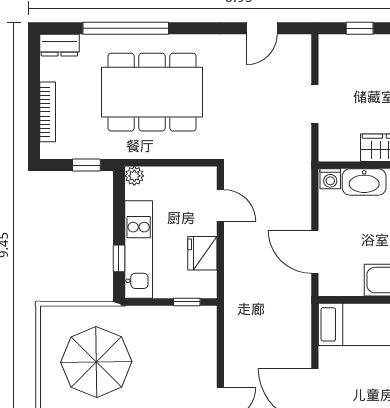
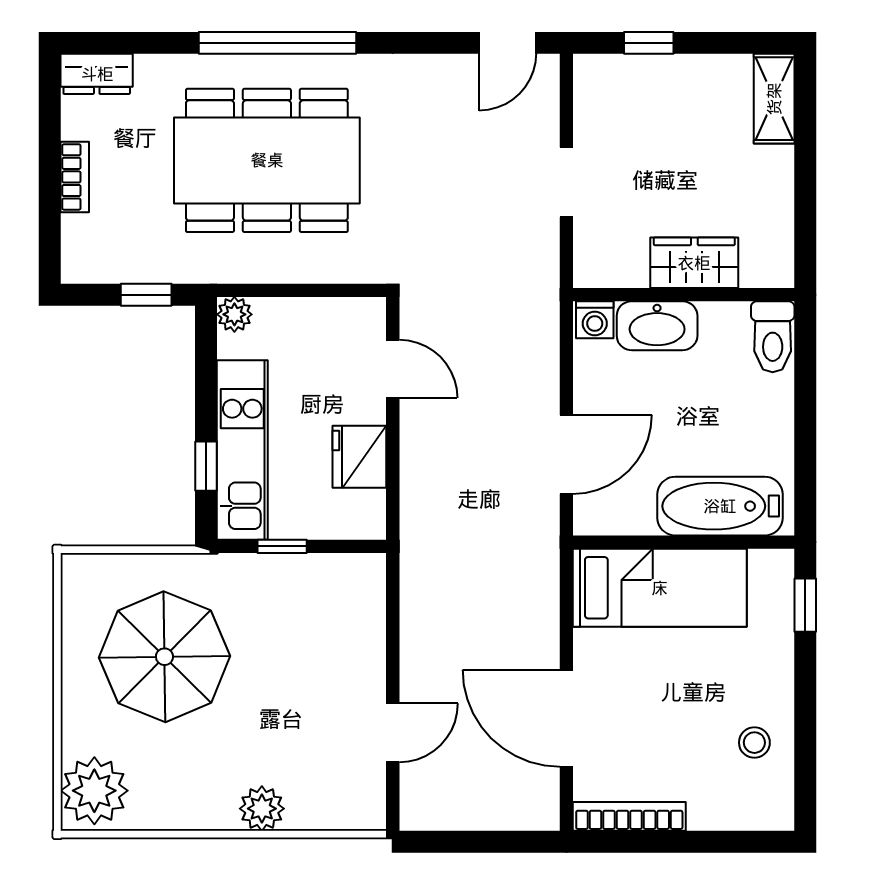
window: (126, 28) -> (277, 43), moved
door: (262, 28) -> (508, 43), moved
bookcase: (48, 112) -> (75, 177), width x0.64
door: (315, 252) -> (566, 454), swing flipped
window: (187, 302) -> (282, 546), moved

